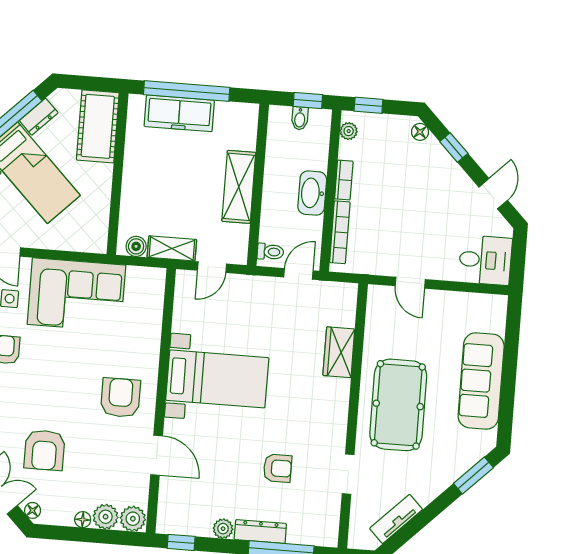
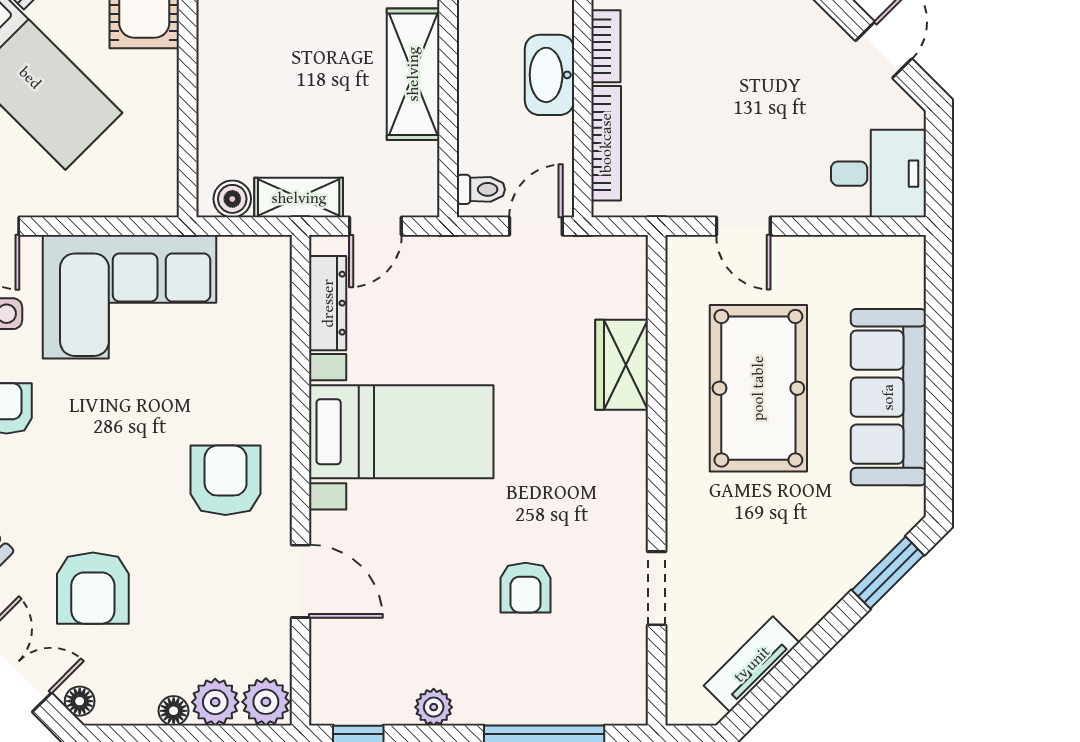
pool table: (398, 405) -> (758, 388), moved
armchair: (278, 468) -> (526, 588), turned 90
dresser: (260, 532) -> (328, 303), moved, turned 90

